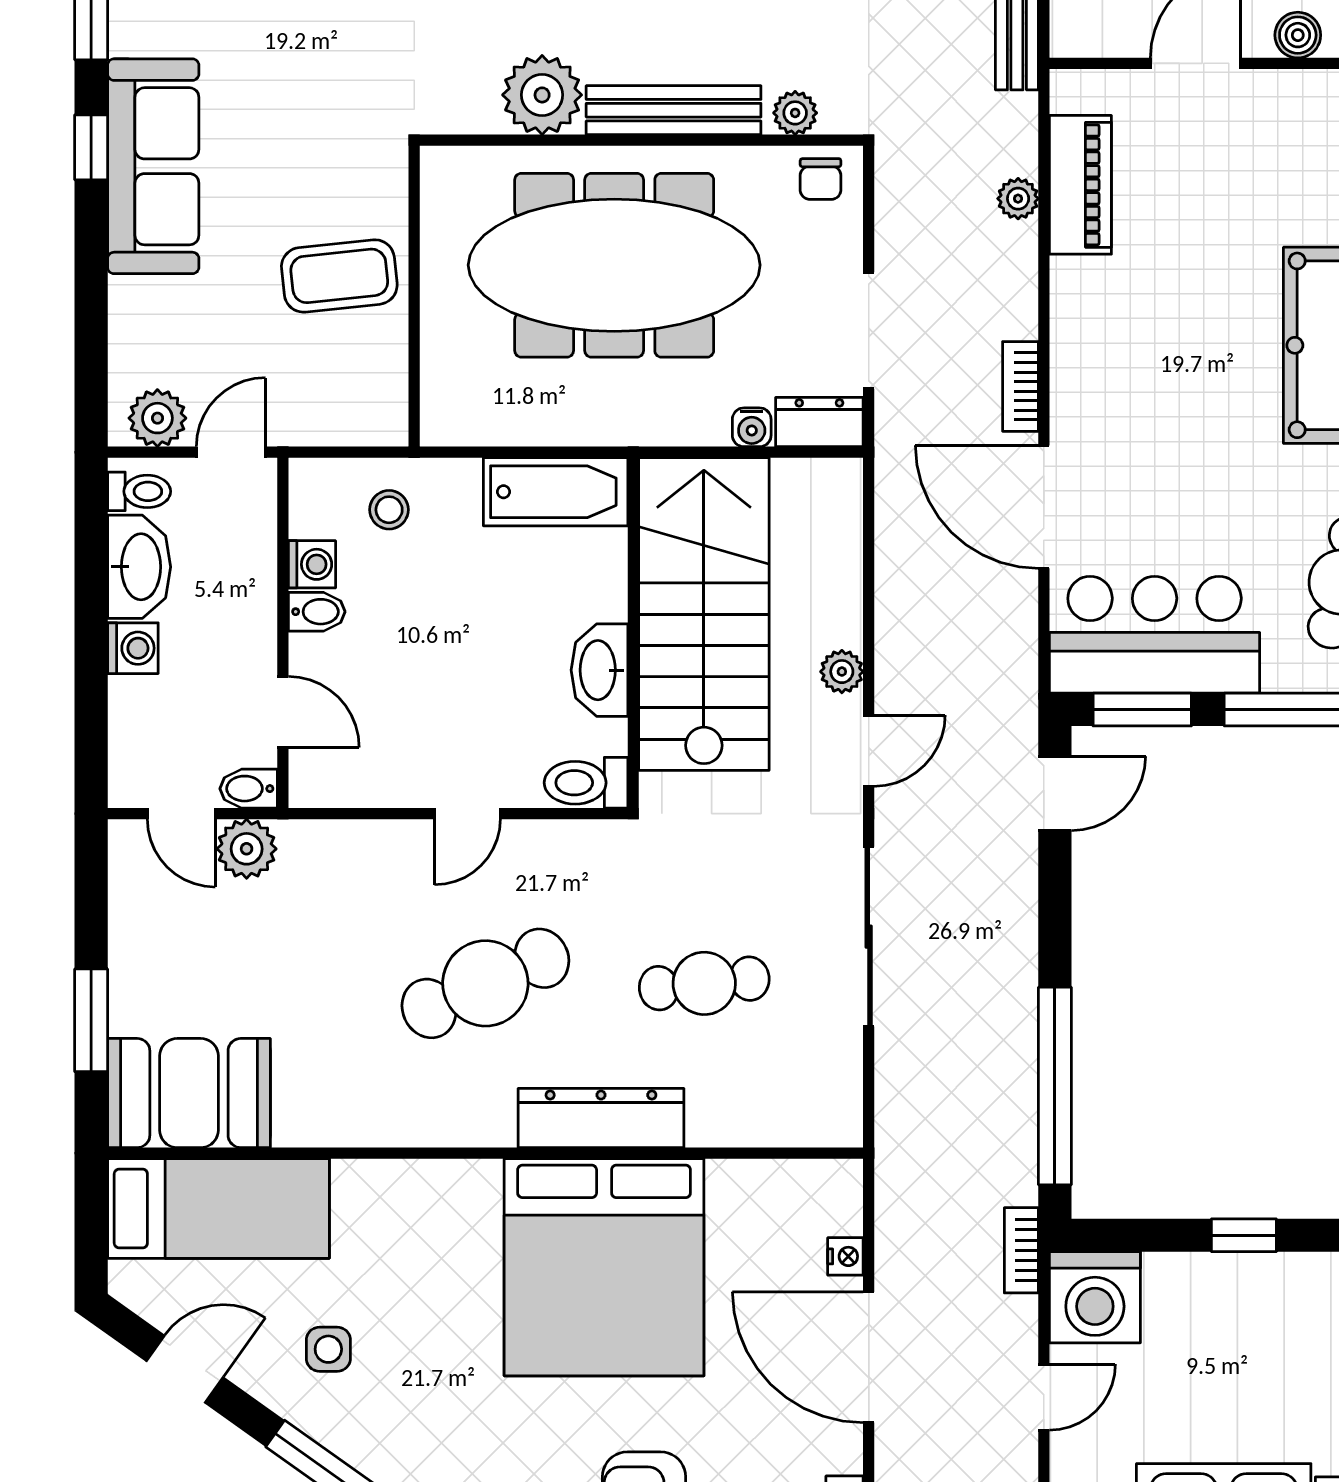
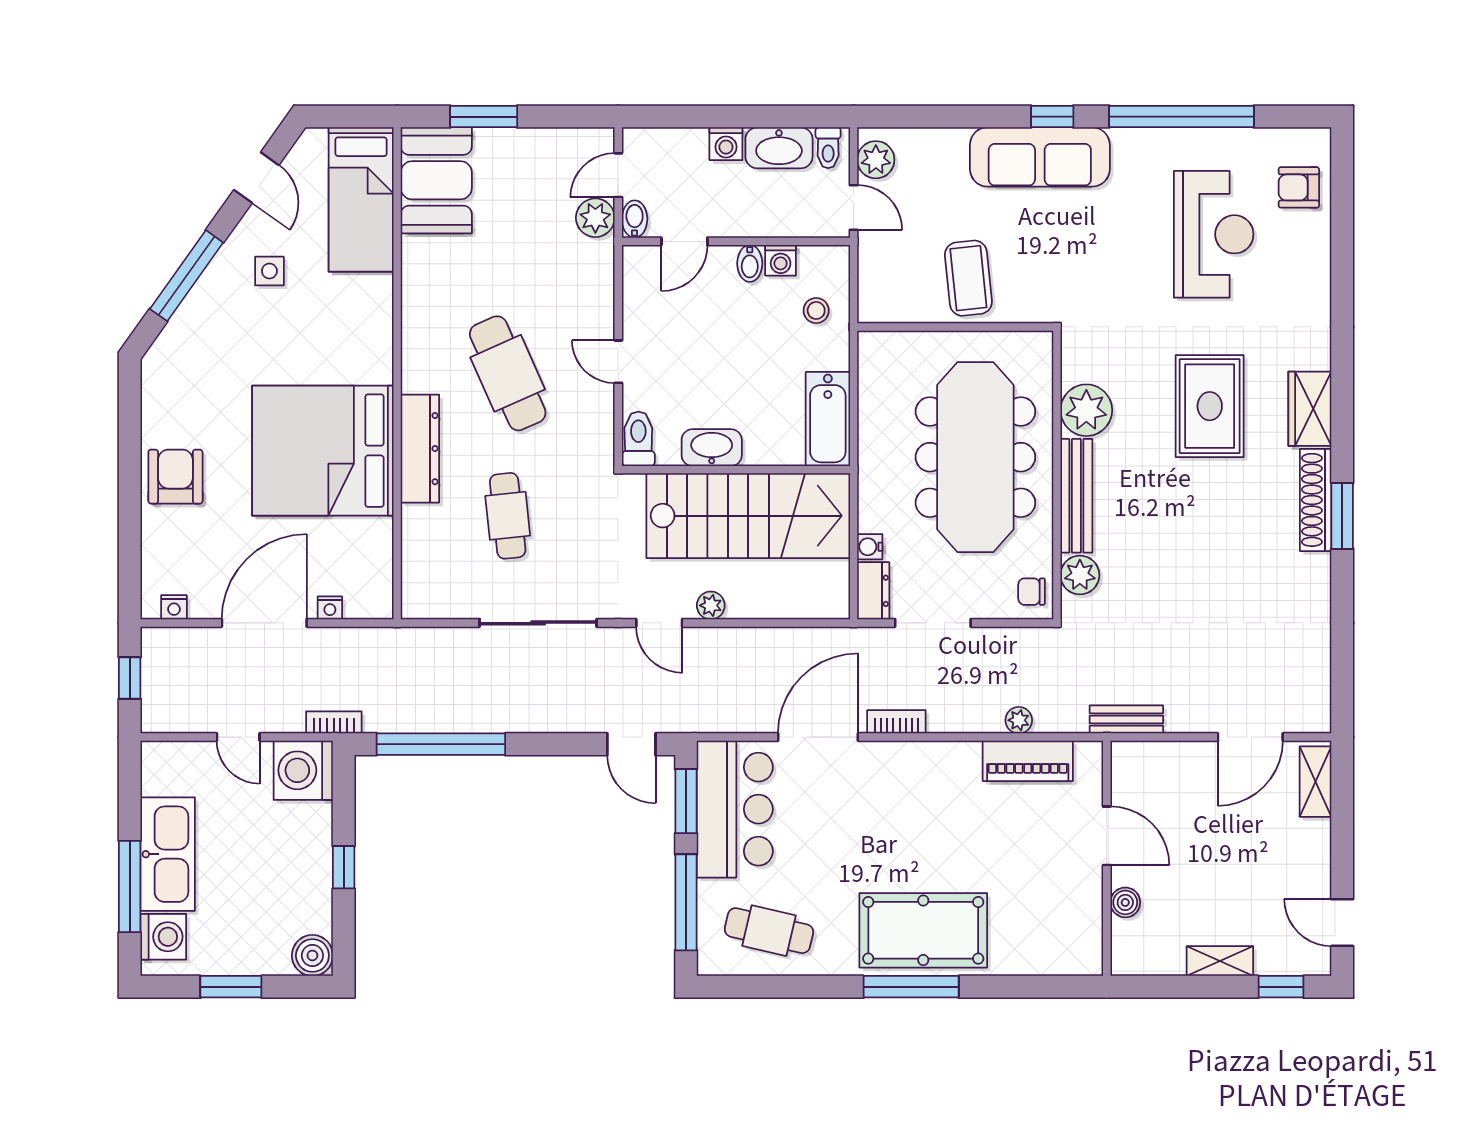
plant: (795, 113) -> (1080, 575), width x1.38, depth x1.38

